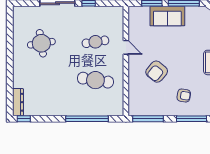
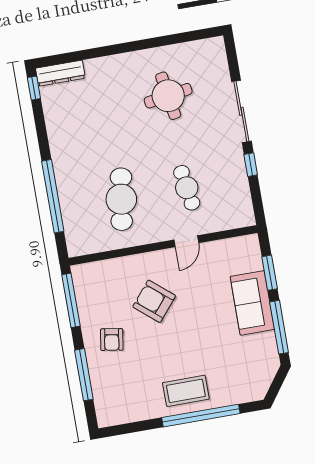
armchair: (184, 95) -> (112, 340), moved

